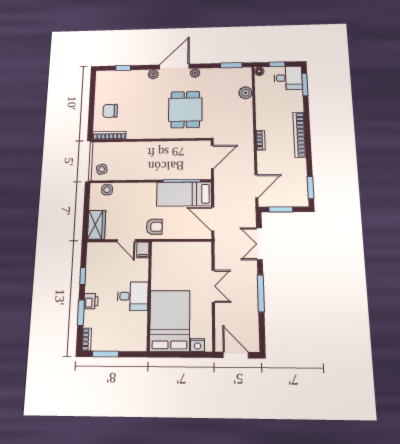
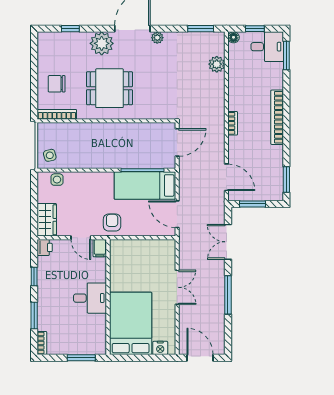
plant: (153, 74) -> (102, 43), width x1.88, depth x1.88
dining table: (185, 110) -> (109, 88), moved, turned 90
door: (256, 186) -> (226, 177), hinge flipped
armchair: (154, 227) -> (112, 222), turned -90
printer: (91, 301) -> (45, 247), moved
window: (106, 354) -> (81, 358), moved

